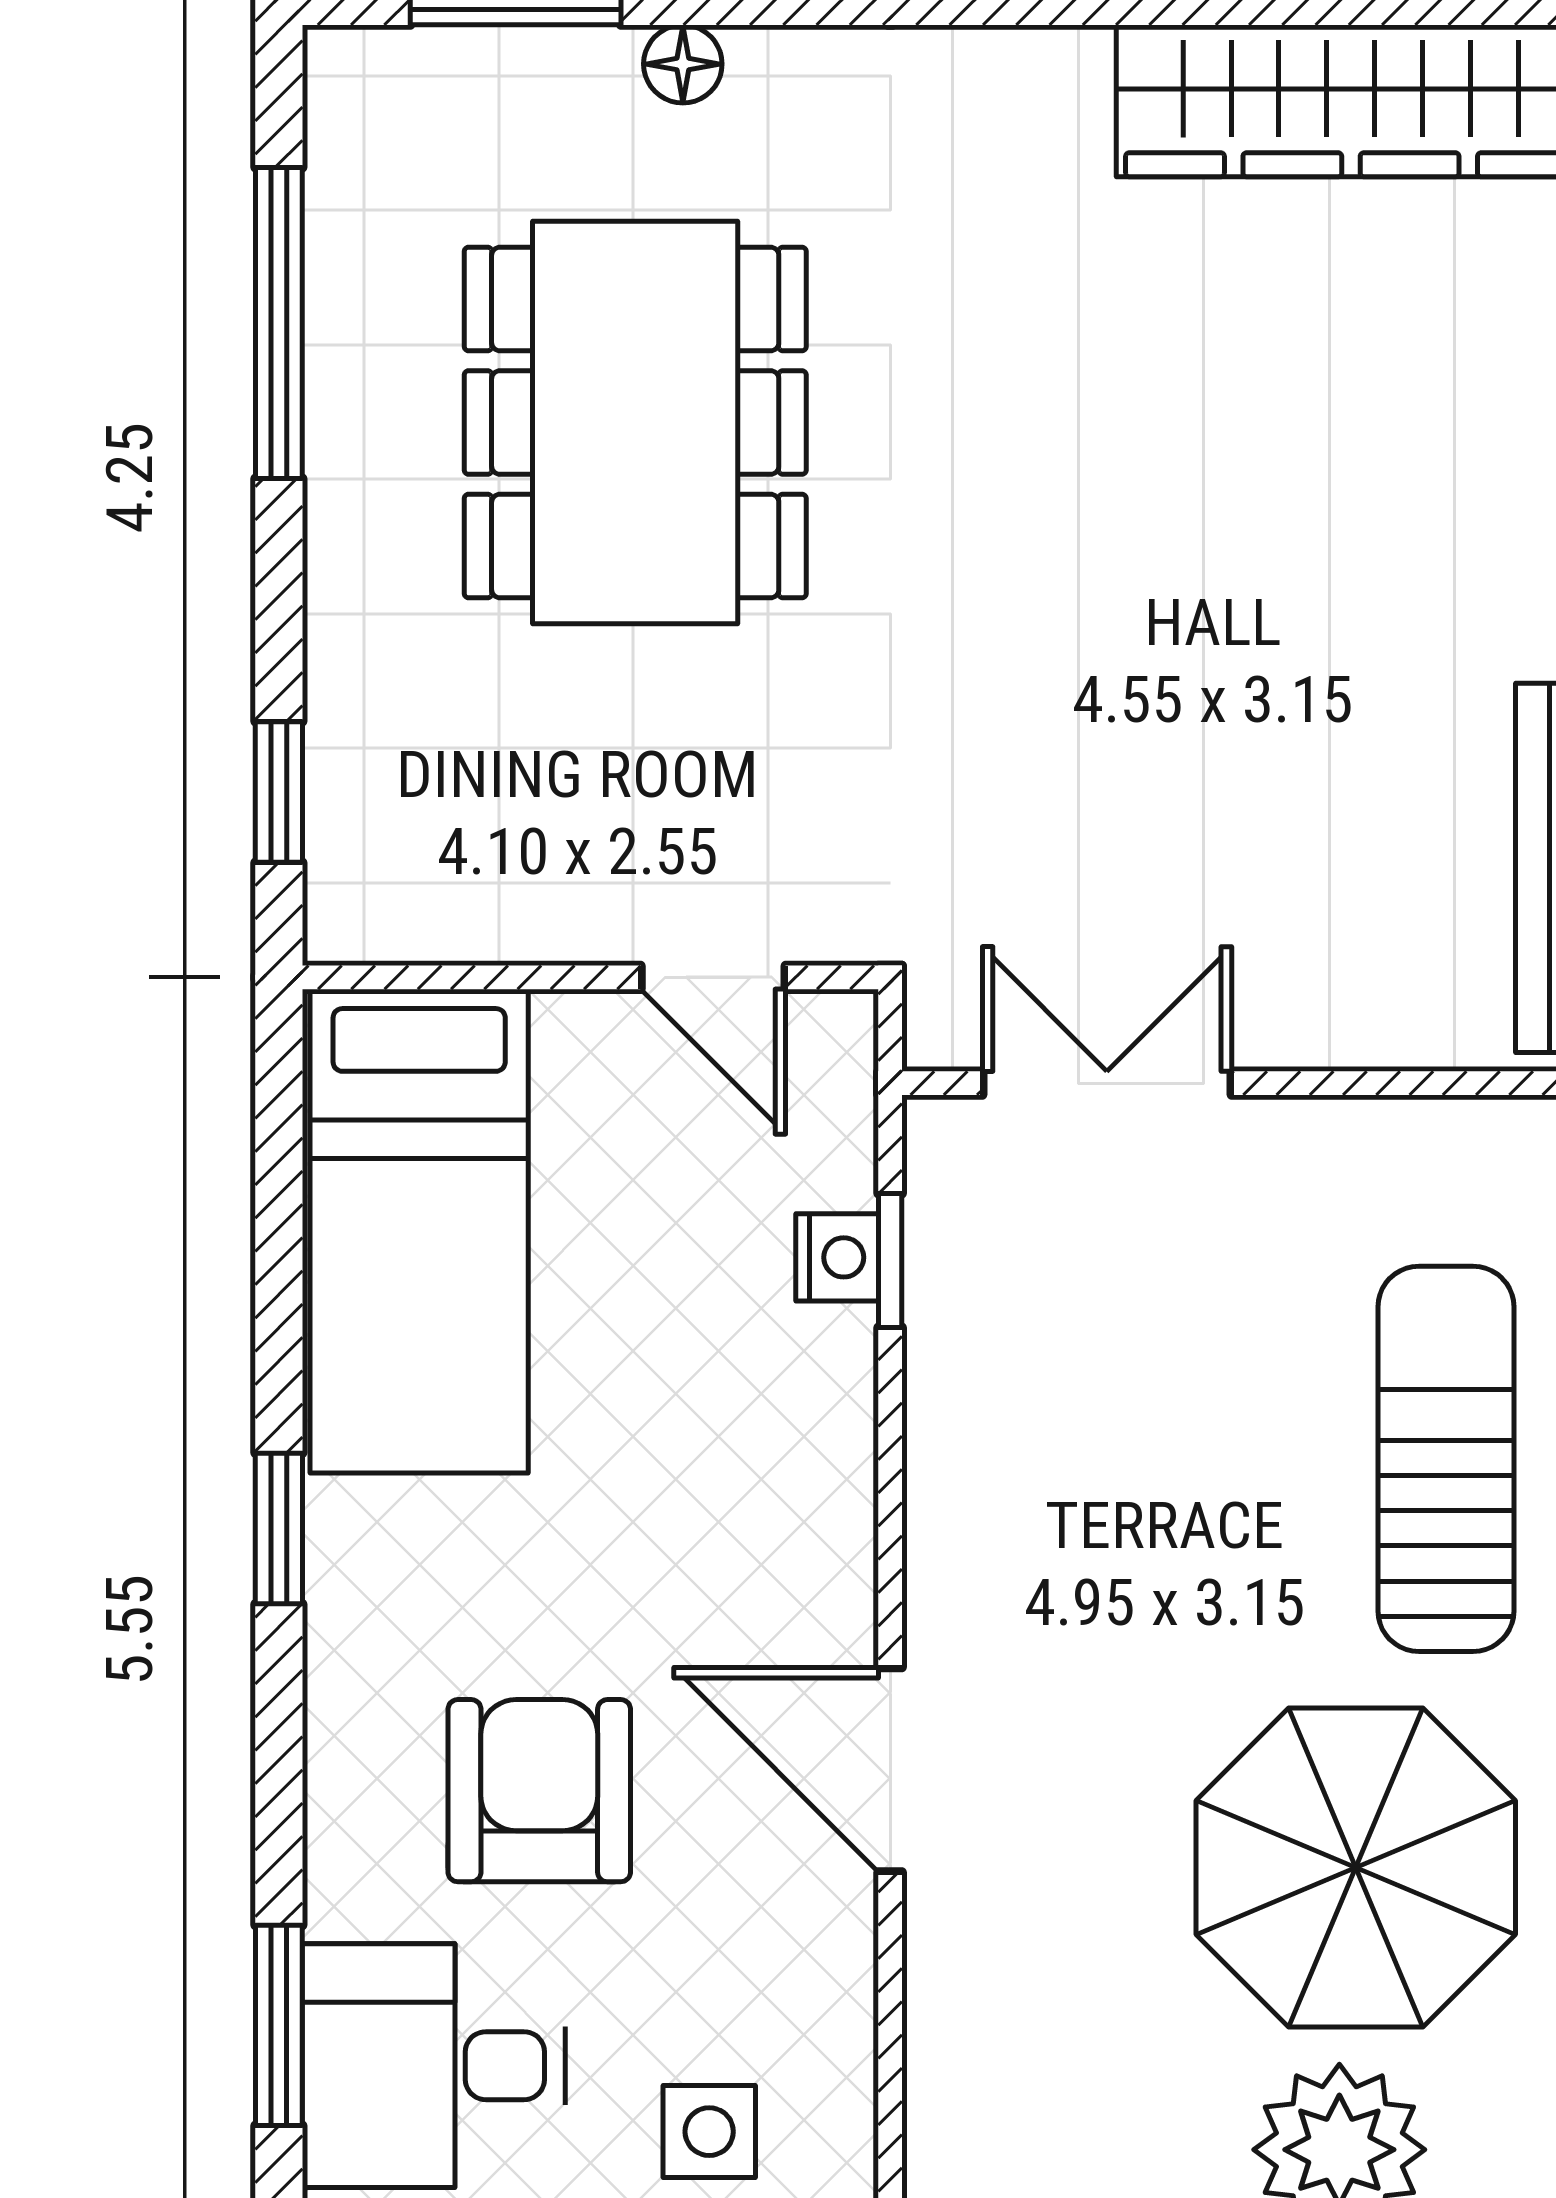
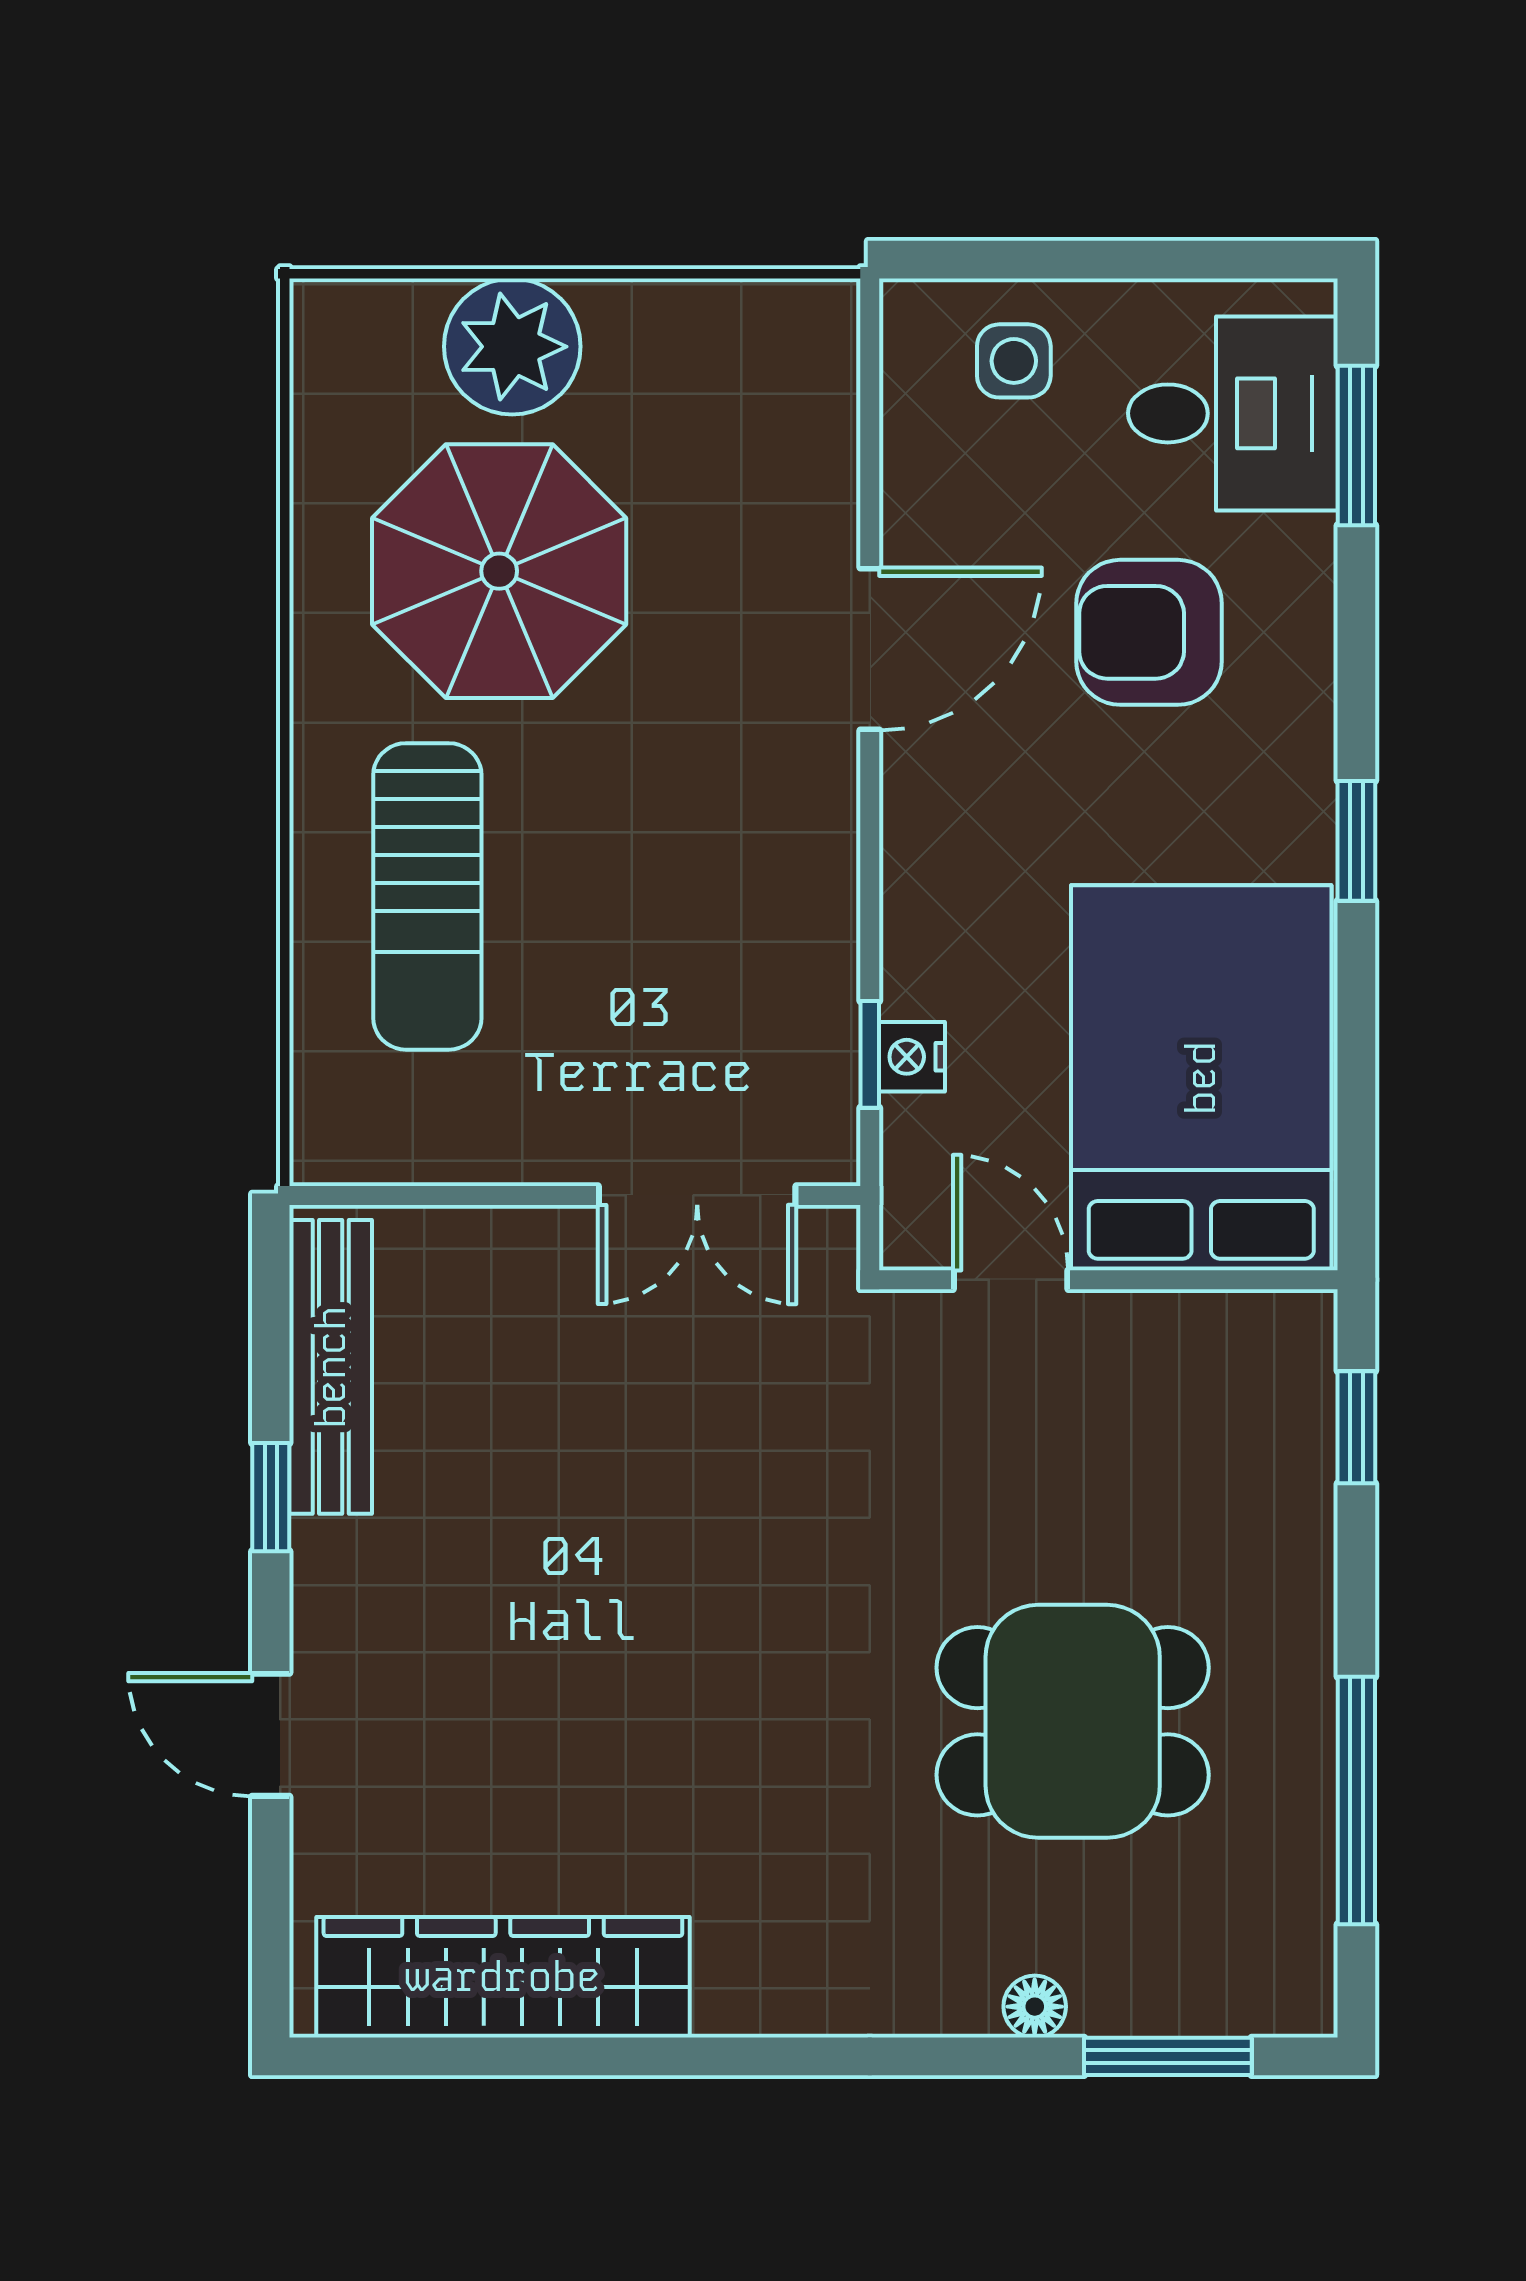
dining table: (635, 422) -> (1073, 1721), width x0.73
bed: (419, 1231) -> (1201, 1078), width x1.50
door: (890, 1770) -> (870, 649), hinge flipped
armchair: (539, 1791) -> (1149, 632), turned 90

